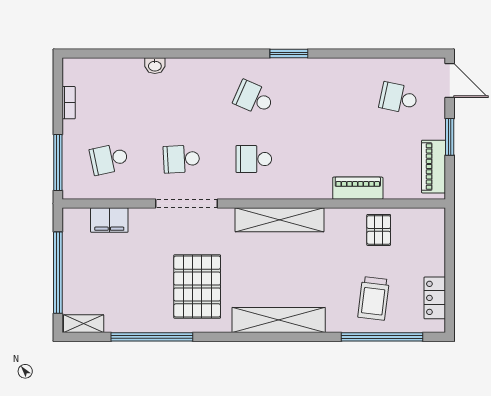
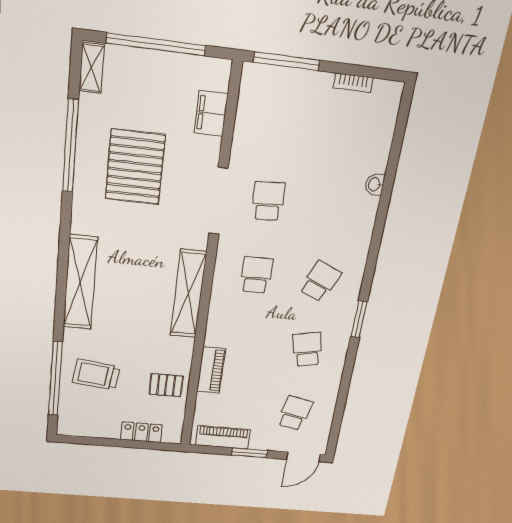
school desk: (109, 159) -> (307, 349), moved
pallet: (197, 287) -> (135, 167), moved, turned 90
locker: (435, 298) -> (141, 432), moved

